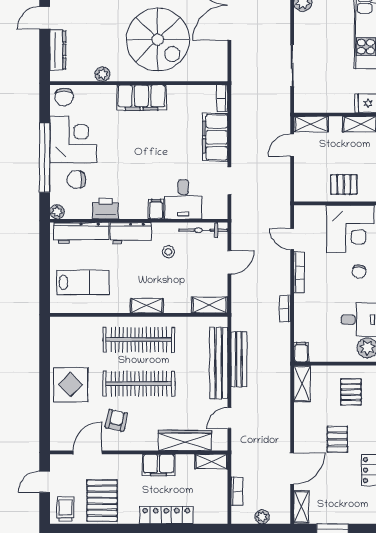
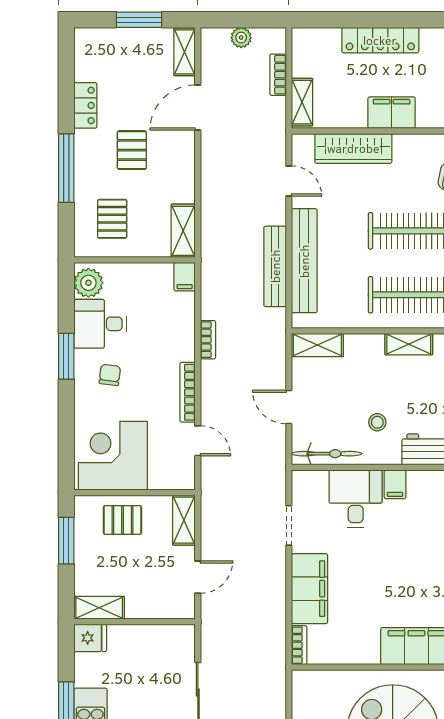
shelving: (311, 124) -> (184, 520), moved, turned 90
door: (229, 262) -> (289, 407), hinge flipped
chair: (359, 272) -> (110, 375), moved
door: (229, 418) -> (289, 181), hinge flipped
shelving: (211, 461) -> (302, 102), moved, turned 90

